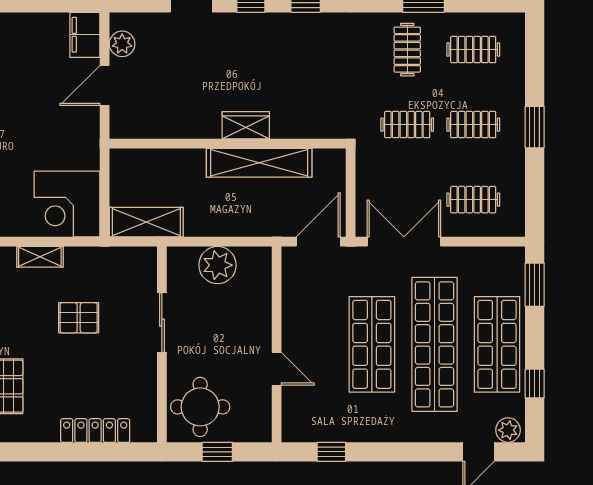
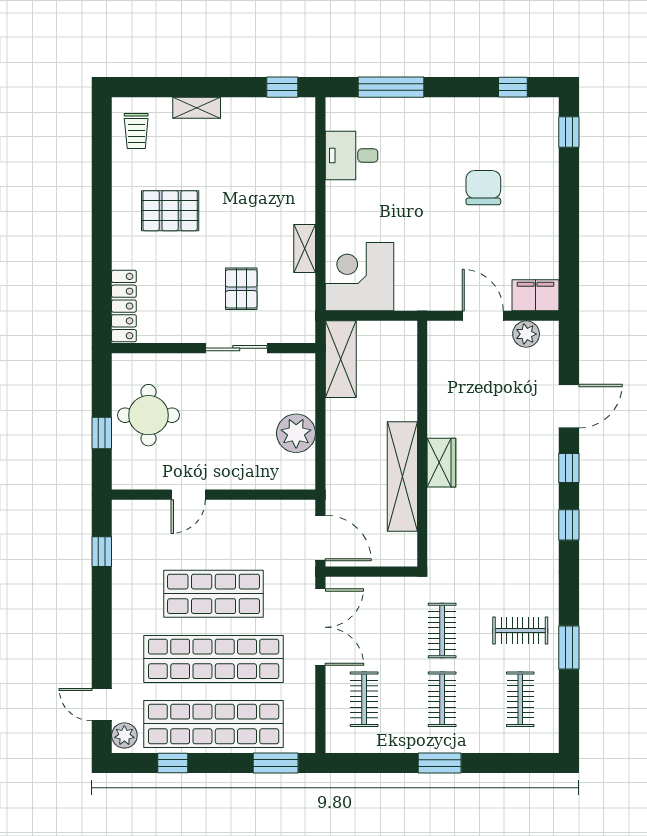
sliding door: (162, 323) -> (236, 348), moved
wall: (162, 344) -> (214, 348), moved
shop shelf: (497, 344) -> (214, 724), width x1.40

